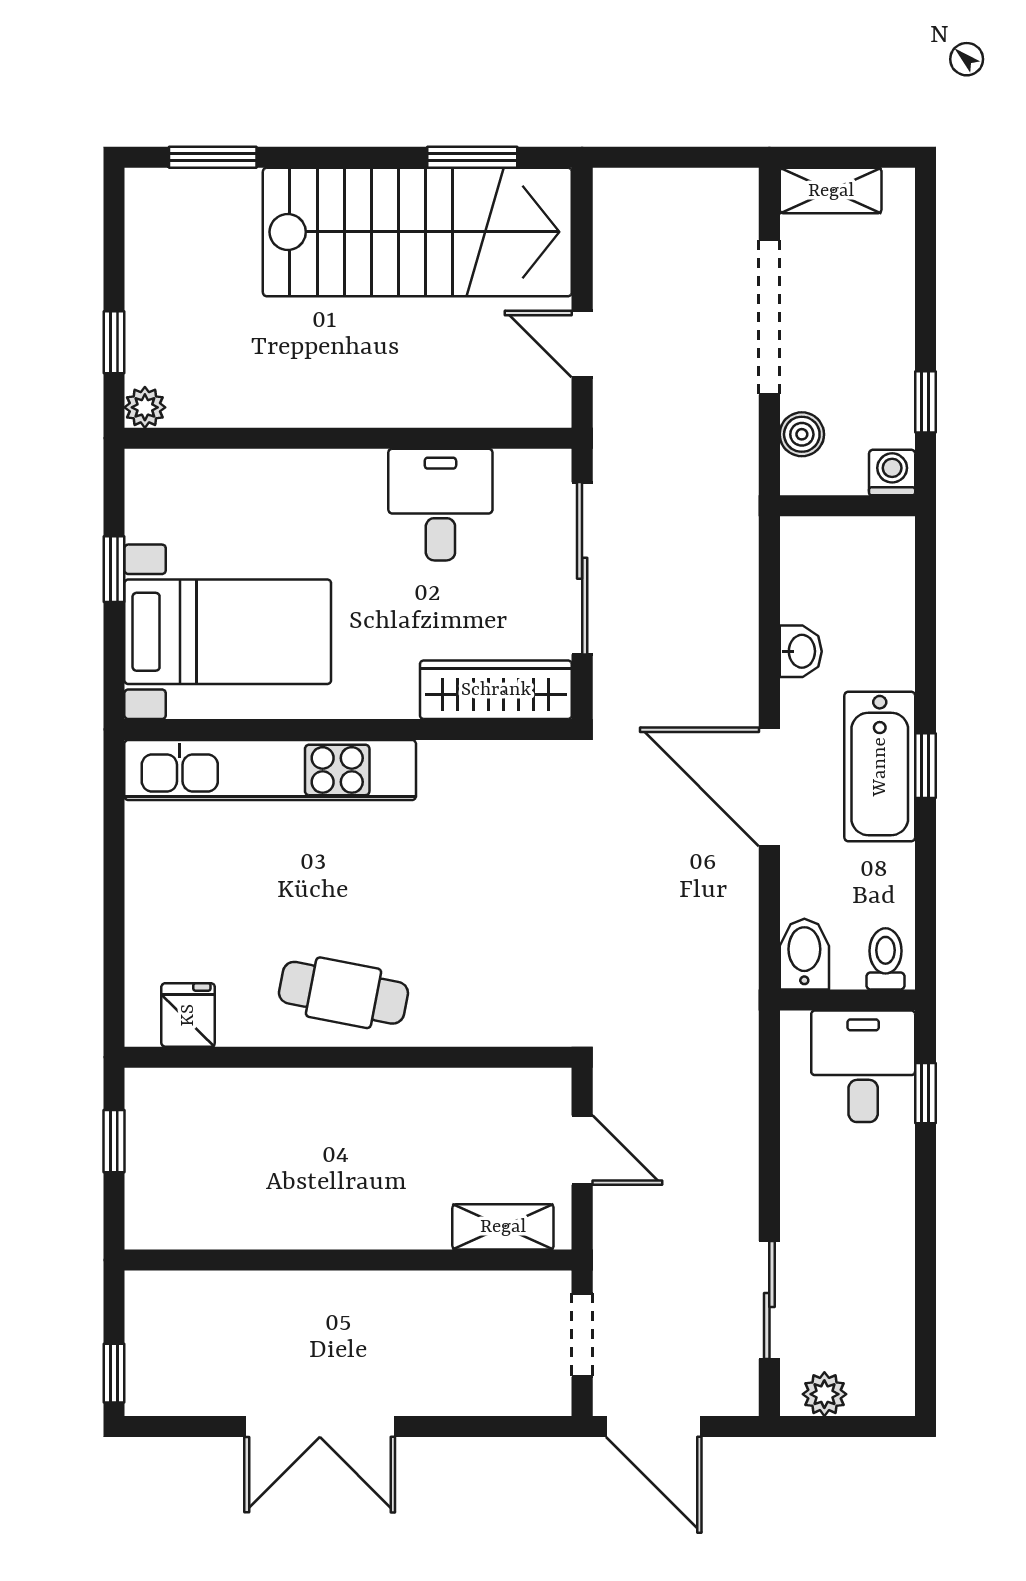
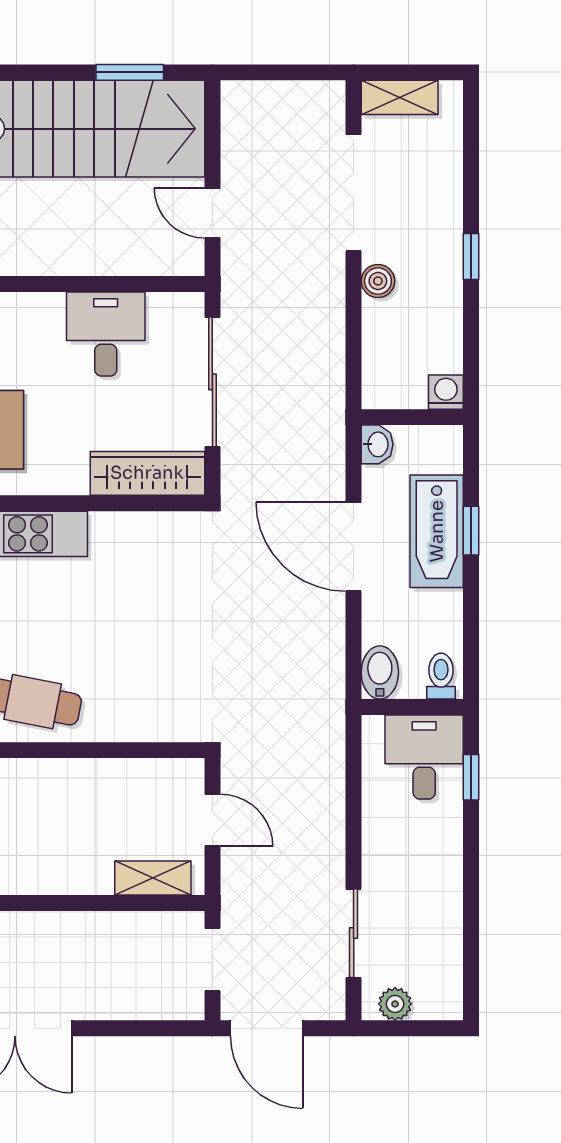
washing machine: (892, 472) -> (446, 392), moved
wall: (847, 506) -> (412, 417), moved

